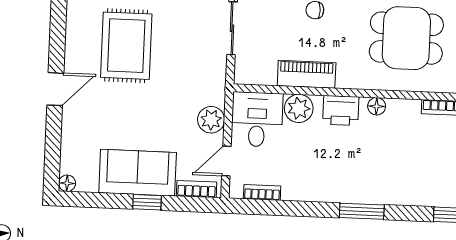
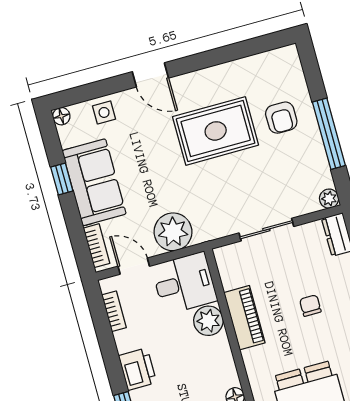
printer: (341, 110) -> (138, 369), moved, turned 180
plant: (211, 120) -> (173, 232), width x1.36, depth x1.36
side table: (76, 143) -> (104, 112), added
window: (147, 202) -> (62, 179), moved

